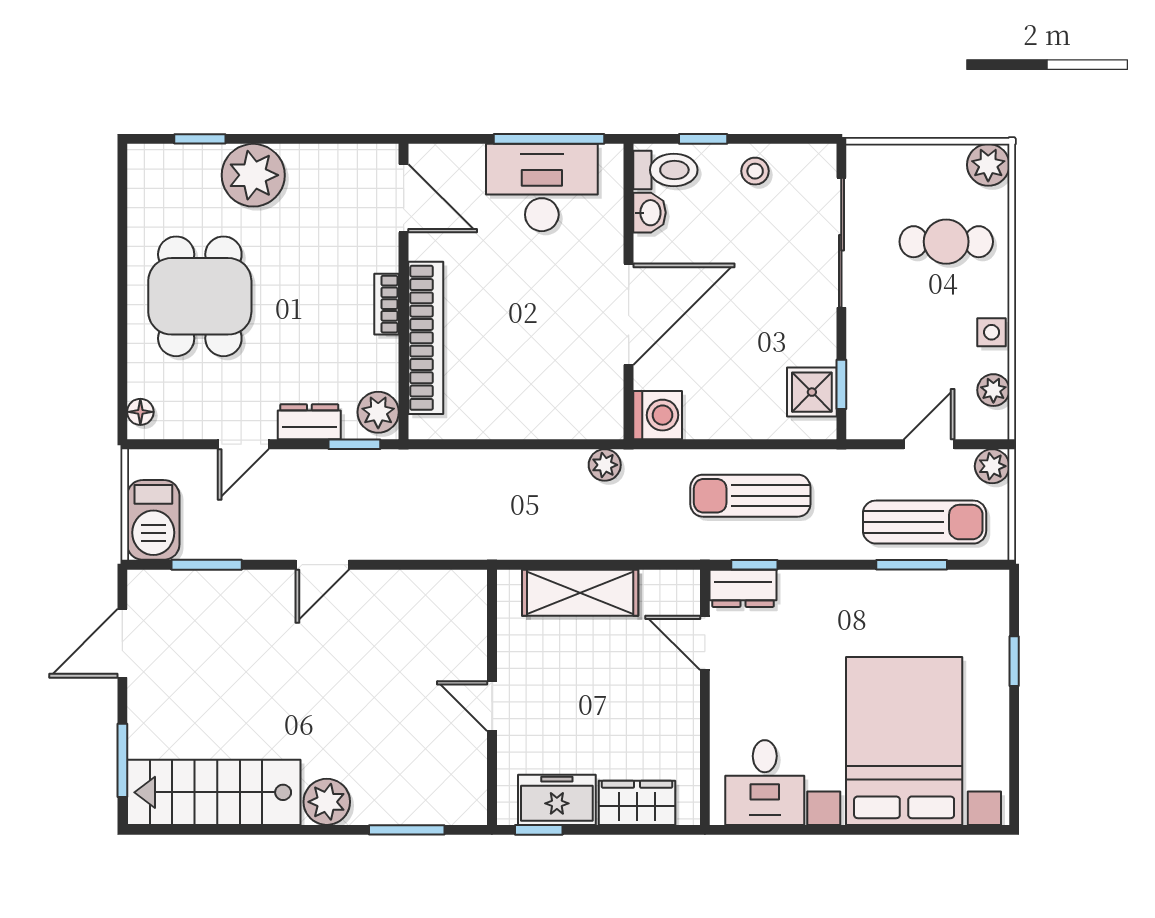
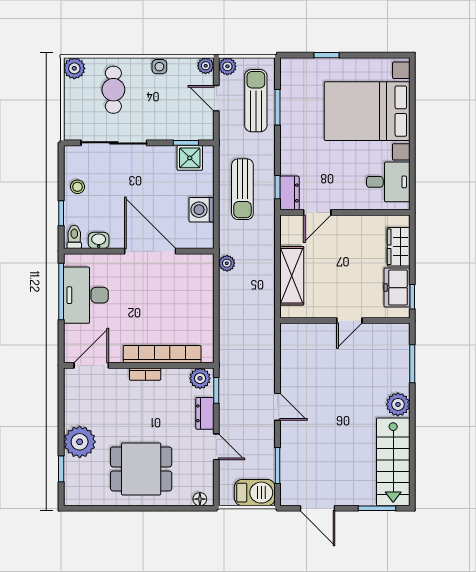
toilet: (665, 170) -> (74, 237), width x0.73, depth x0.72
plant: (993, 390) -> (206, 66), moved
washing machine: (658, 415) -> (201, 210), moved, turned -90

